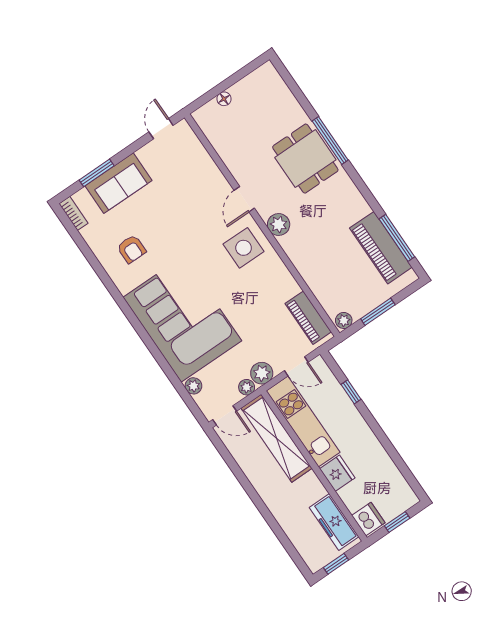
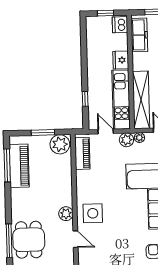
door: (244, 199) -> (76, 239), hinge flipped
plant: (344, 320) -> (60, 144), width x1.88, depth x1.88

